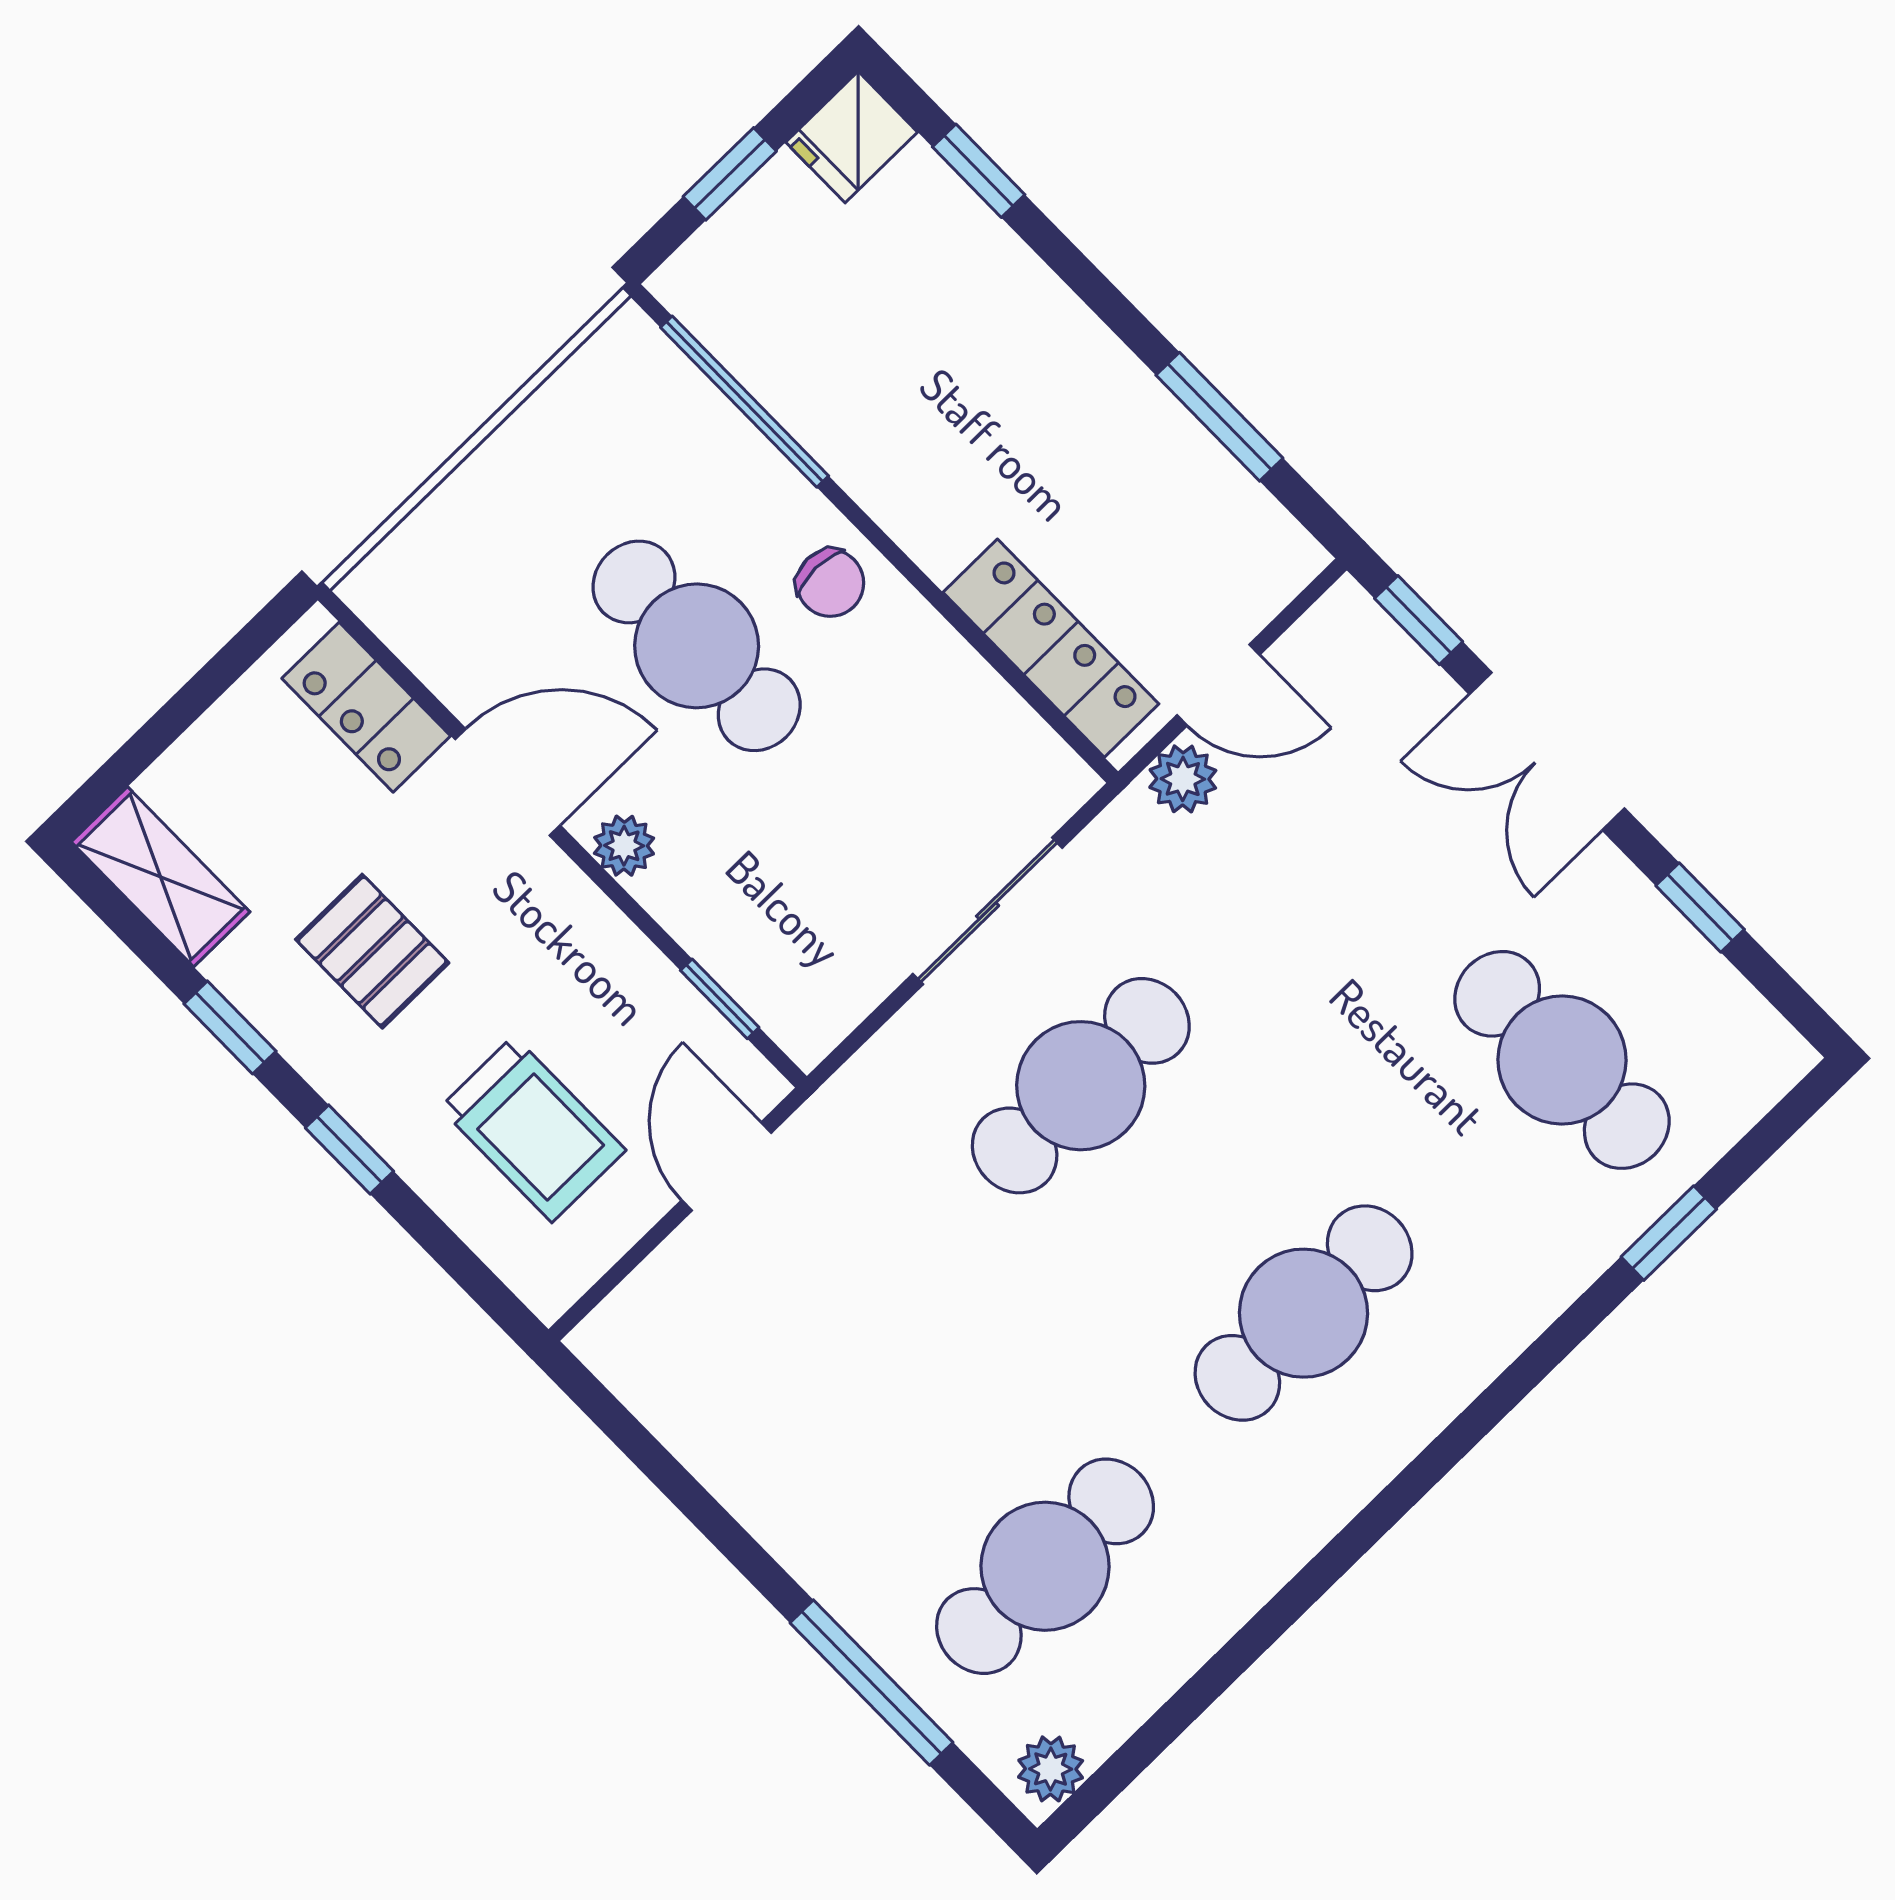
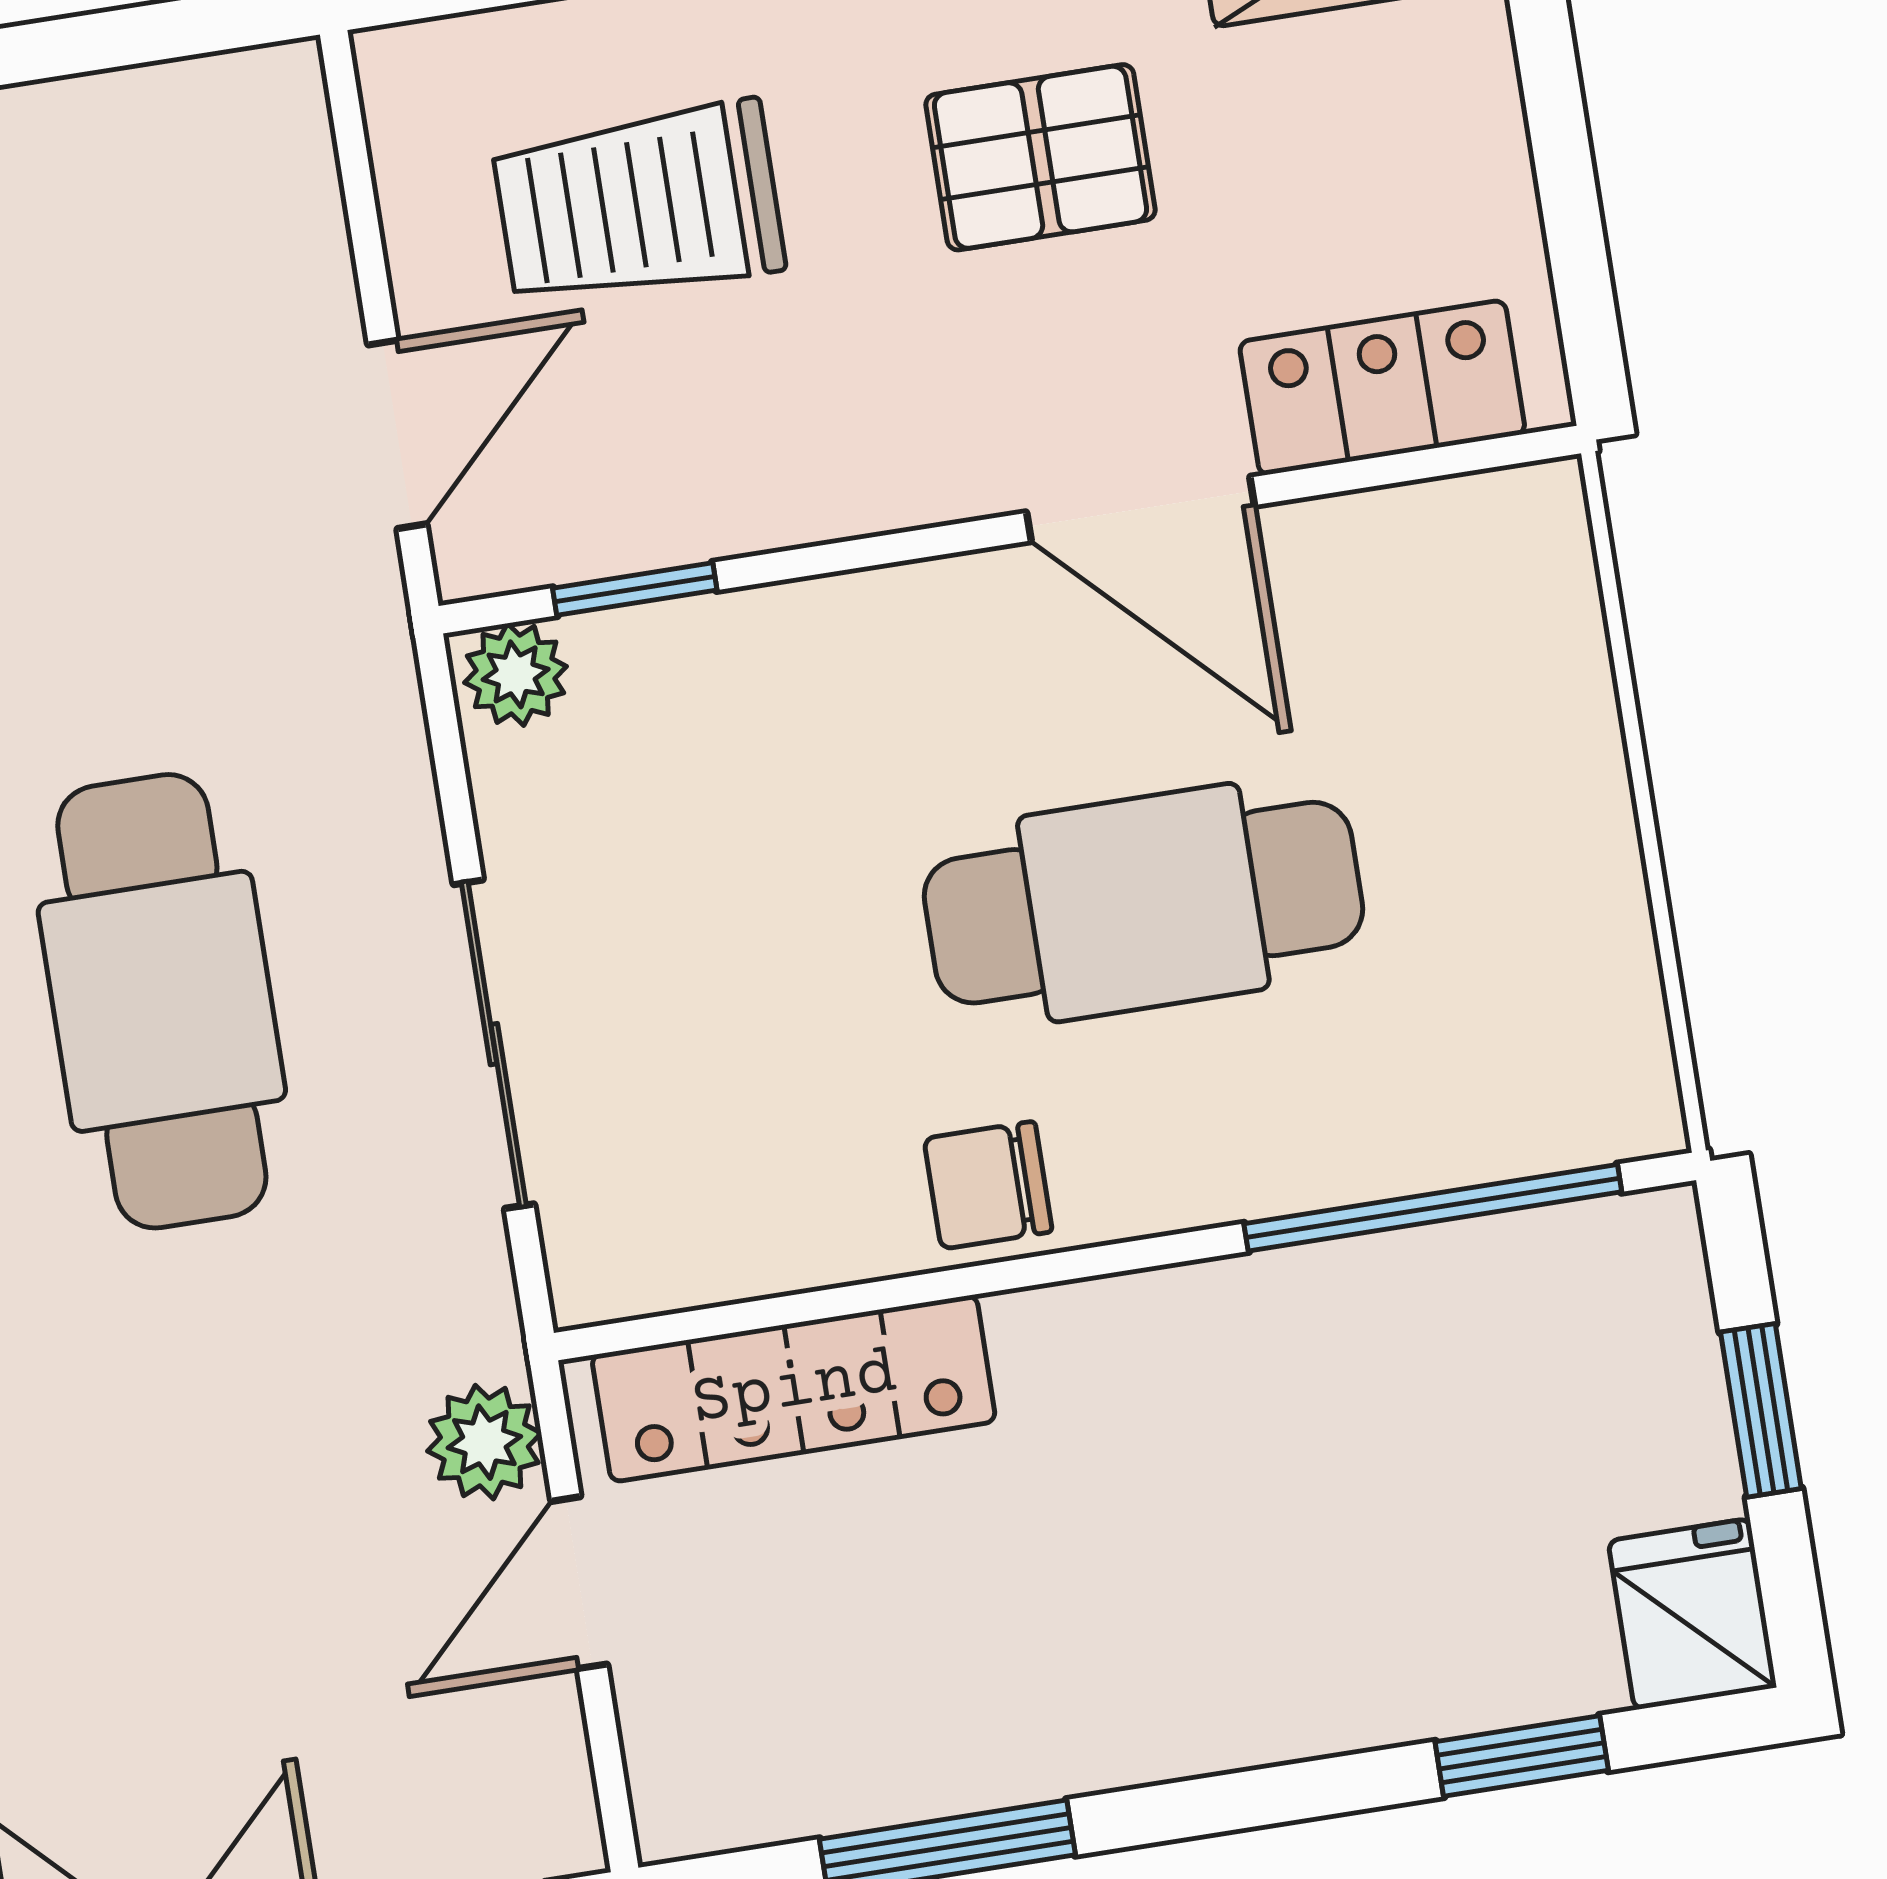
chair: (830, 583) -> (988, 1185), moved
door: (508, 782) -> (1141, 509), hinge flipped
plant: (624, 846) -> (516, 674), moved
door: (726, 1166) -> (397, 434), hinge flipped

